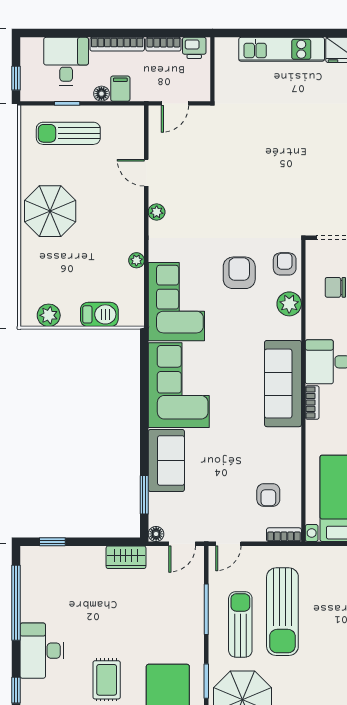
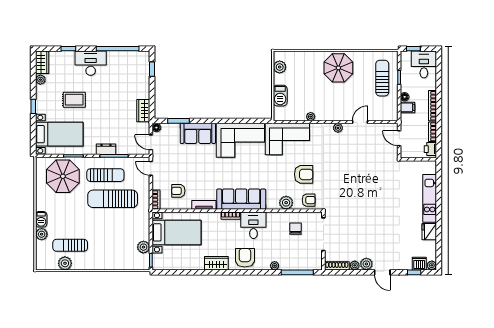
desk: (66, 61) -> (424, 65), moved, turned -90
tv unit: (293, 450) -> (204, 205), added
dresser: (194, 623) -> (106, 149), added

